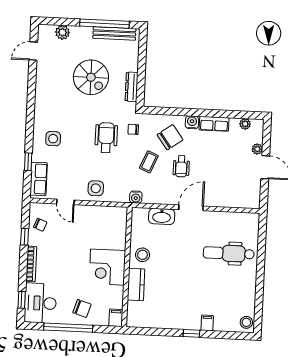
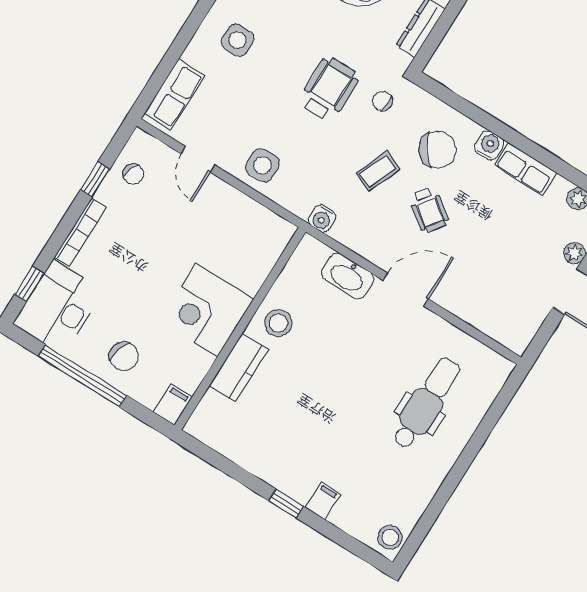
window: (28, 162) -> (173, 55), removed
wheelchair: (181, 166) -> (429, 210), turned -54
dental chair: (229, 253) -> (426, 403), turned 90

